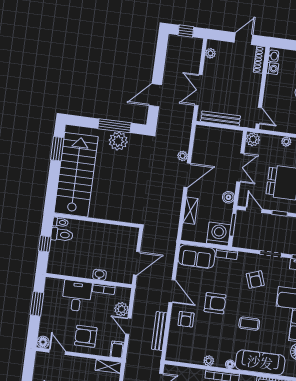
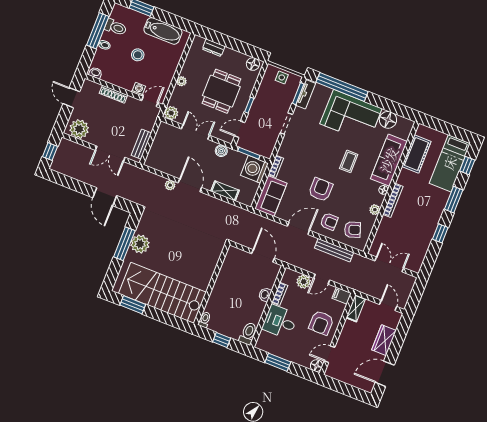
plant: (210, 53) -> (79, 129), width x1.87, depth x1.87
shoe rack: (260, 60) -> (113, 94), moved
washing machine: (273, 68) -> (139, 89), moved
bench: (221, 119) -> (141, 144), width x0.73
toilet: (62, 235) -> (248, 333), moved
armchair: (255, 280) -> (353, 230), moved

